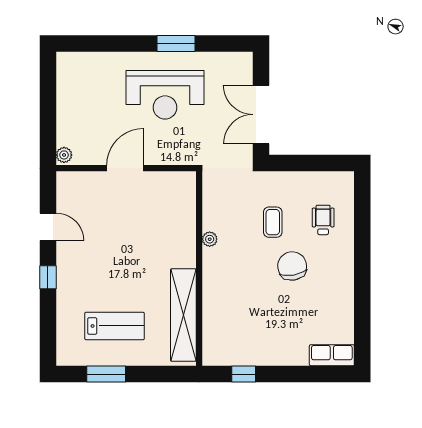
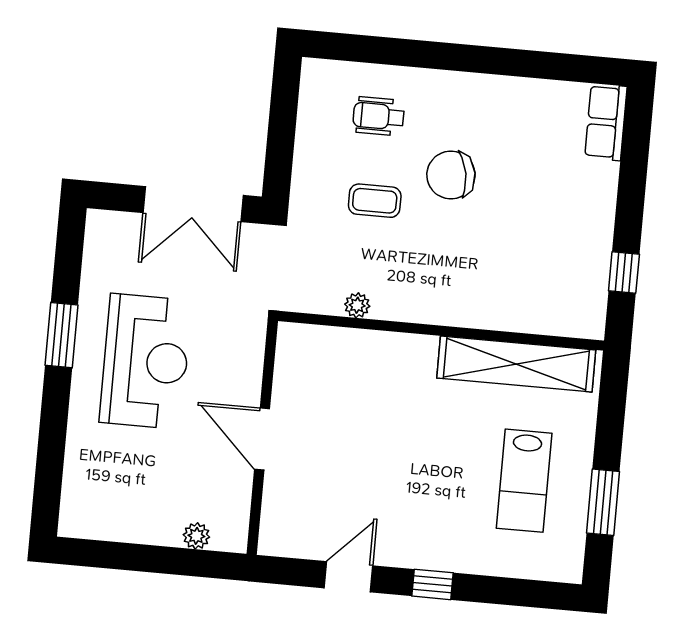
plant: (64, 155) -> (196, 536), moved
plant: (210, 239) -> (357, 305), moved
lab bench: (115, 326) -> (524, 481), turned 180

